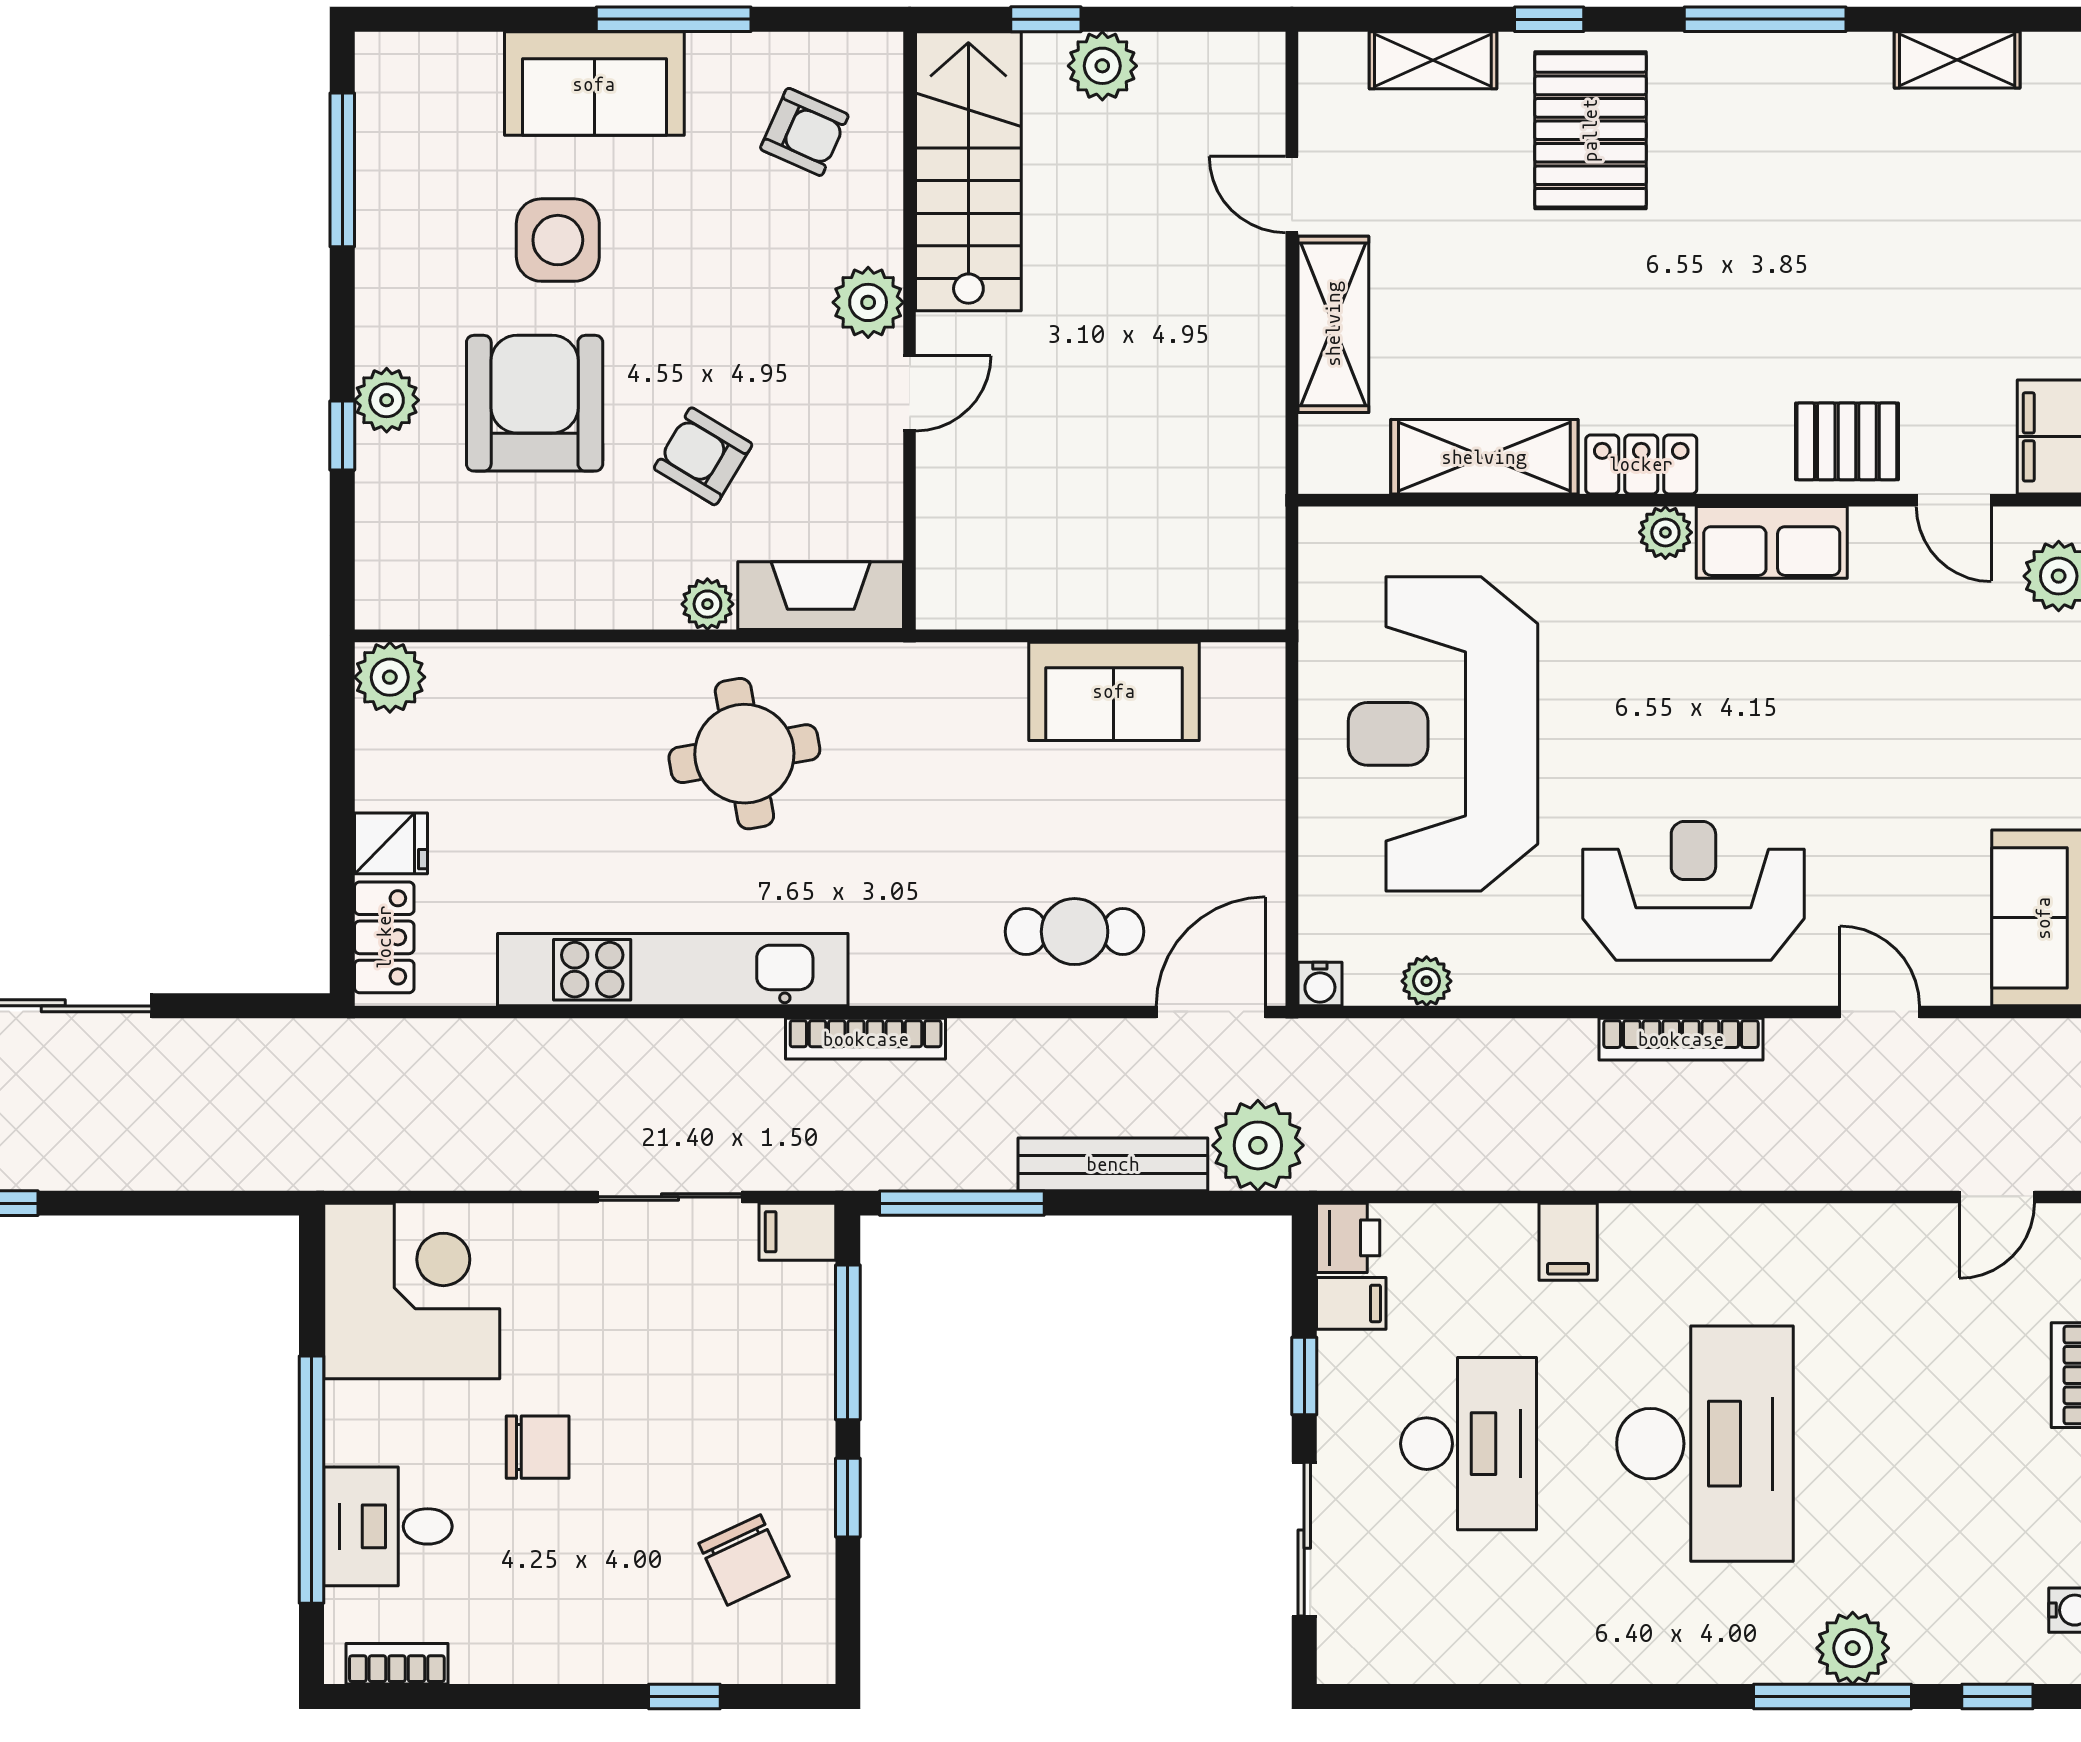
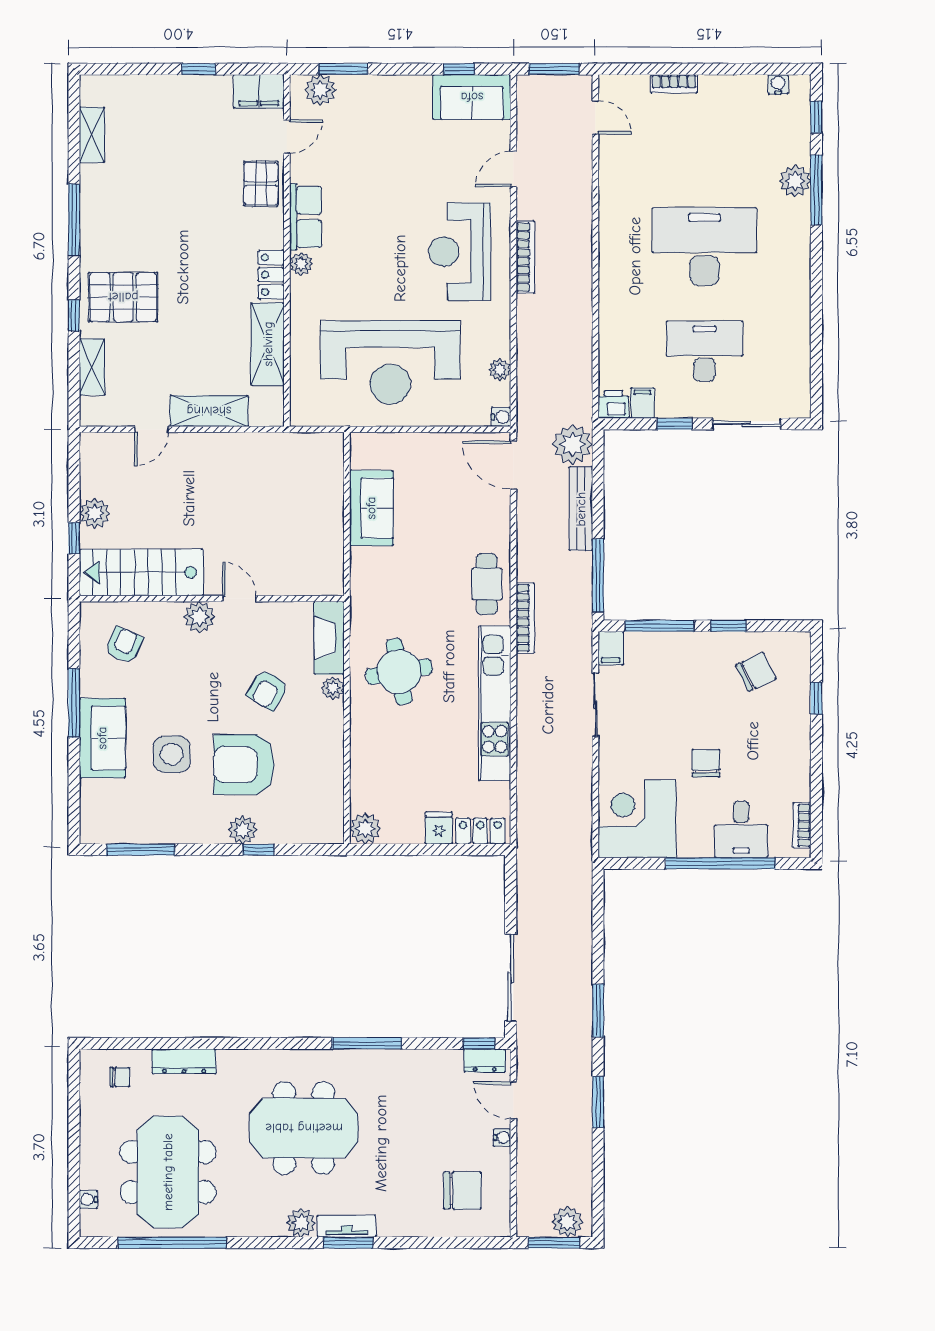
cafe table: (1075, 932) -> (487, 584), moved
filing cabinet: (1568, 1242) -> (615, 307), removed

